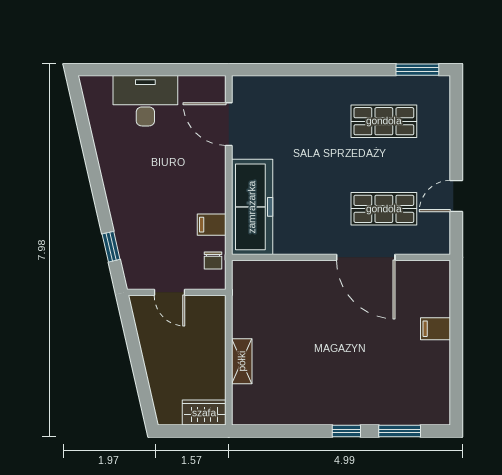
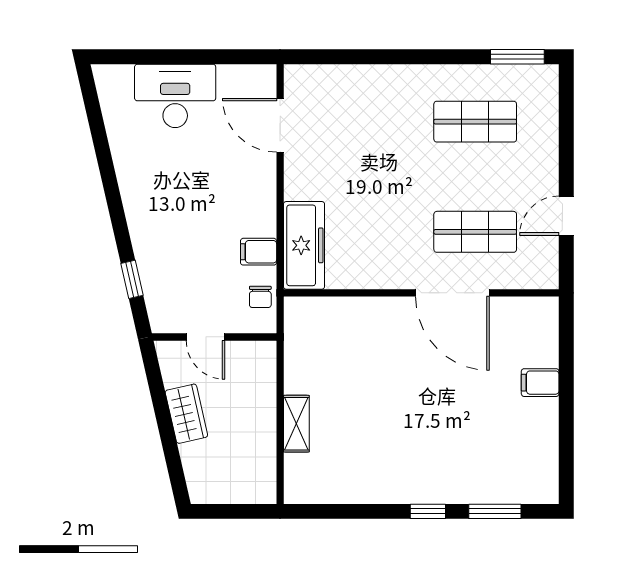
freezer: (252, 207) -> (304, 245), width x0.73, depth x0.79
wardrobe: (204, 413) -> (186, 414), moved, turned 77

